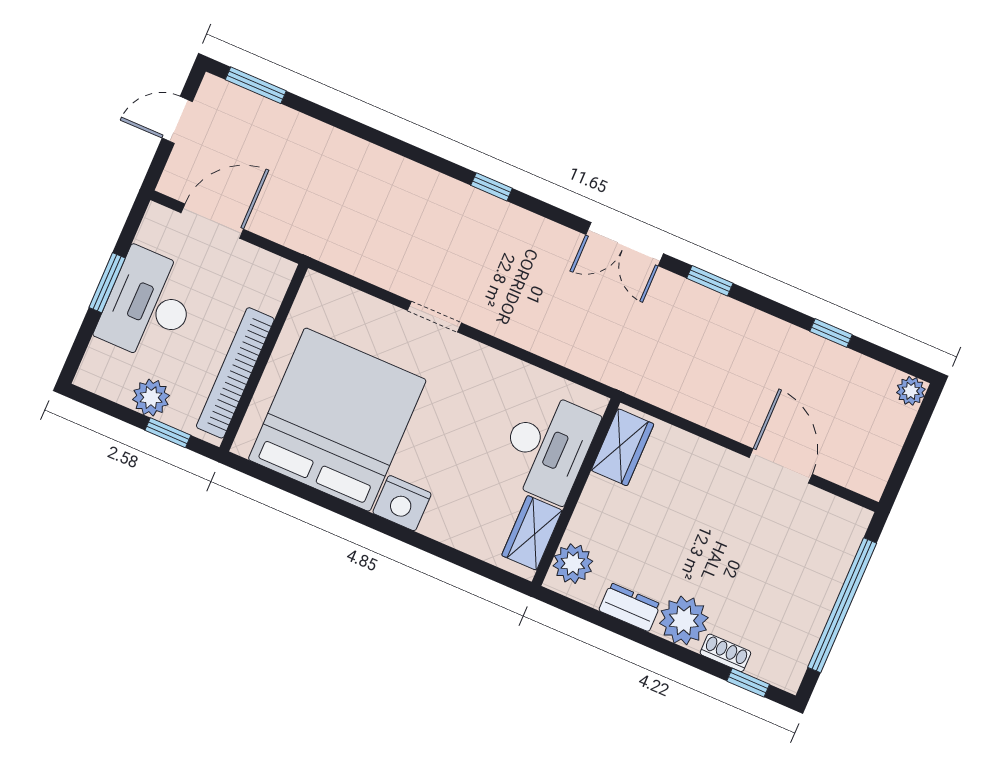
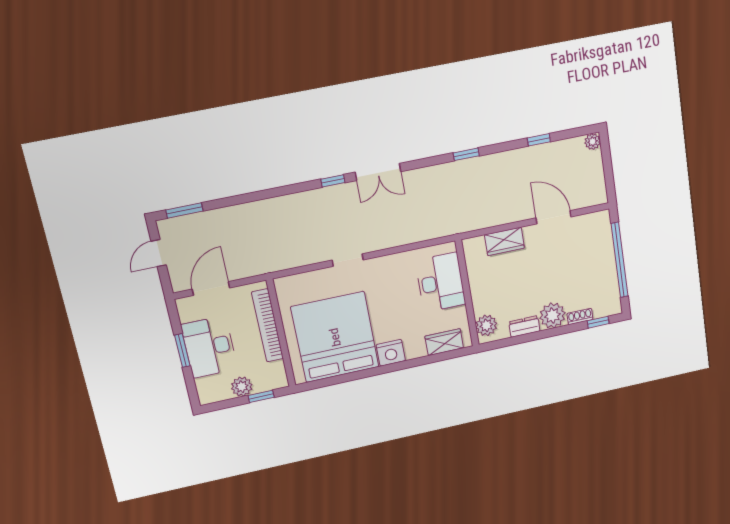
double door: (625, 244) -> (378, 172), moved
bookcase: (235, 373) -> (268, 325), moved
wardrobe: (623, 447) -> (504, 241), moved, turned 90
wardrobe: (532, 533) -> (444, 342), moved, turned 90

